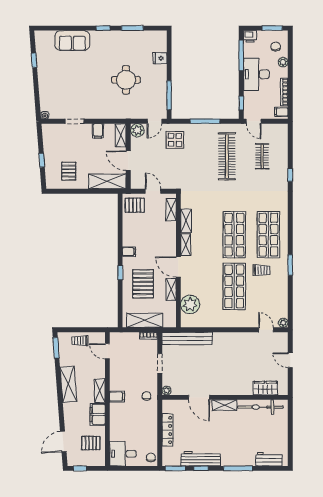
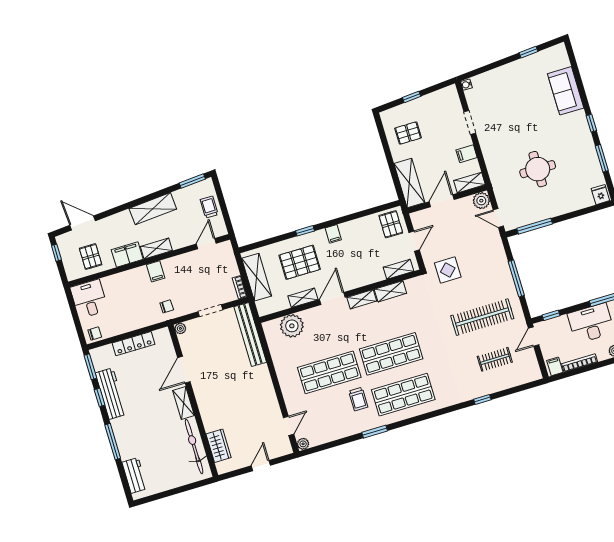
fridge: (160, 58) -> (600, 195), moved
display table: (175, 140) -> (448, 270), moved

